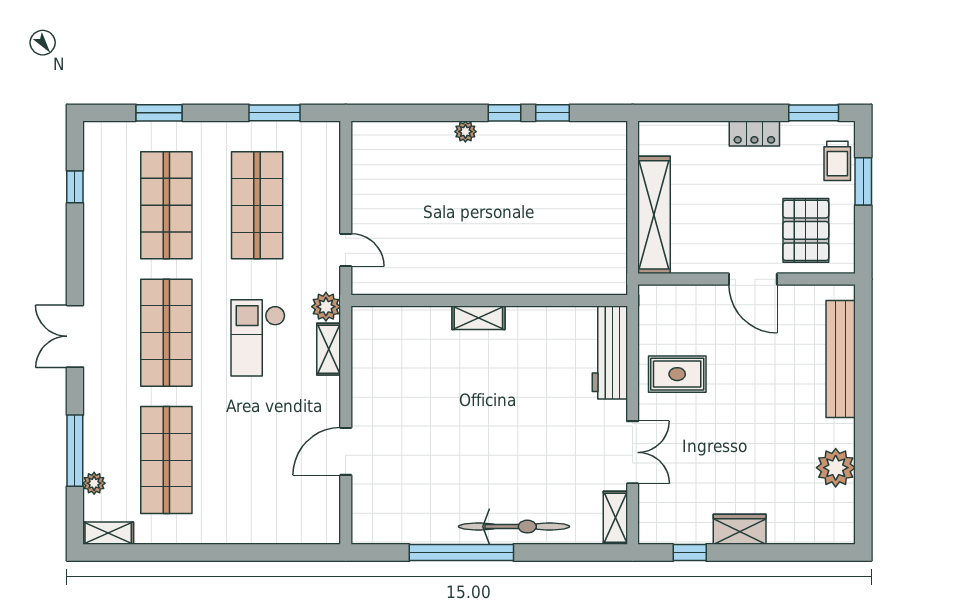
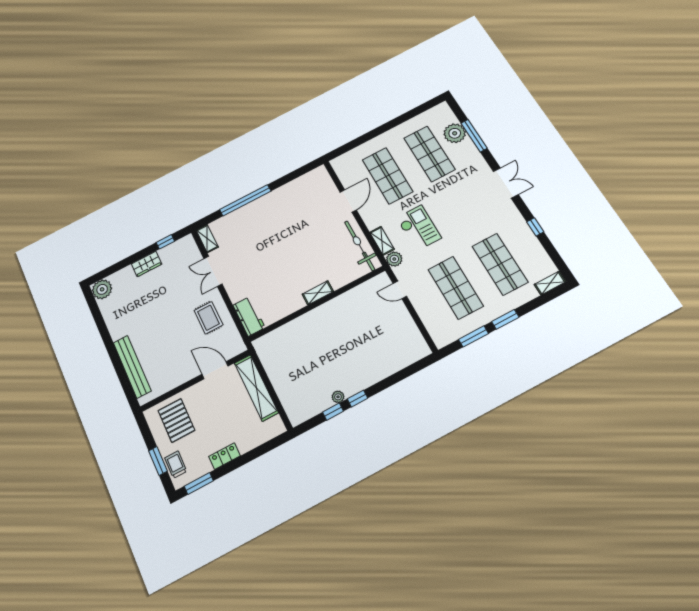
window: (159, 113) -> (505, 319), moved
plant: (465, 132) -> (338, 397), moved
window: (75, 187) -> (535, 227), moved
door: (753, 279) -> (215, 370), moved
shop shelf: (166, 333) -> (387, 176), moved
workbench: (610, 352) -> (249, 316), width x0.73
rug: (677, 374) -> (209, 318), turned 90
plant: (836, 468) -> (102, 289), moved
plant: (94, 483) -> (455, 133), width x1.87, depth x1.87
bicycle: (514, 527) -> (360, 246), moved, turned 90
shelving: (108, 533) -> (550, 283), moved
window: (461, 553) -> (245, 200), moved

